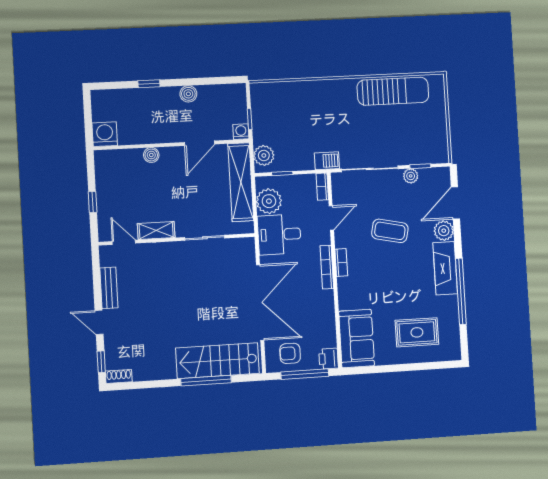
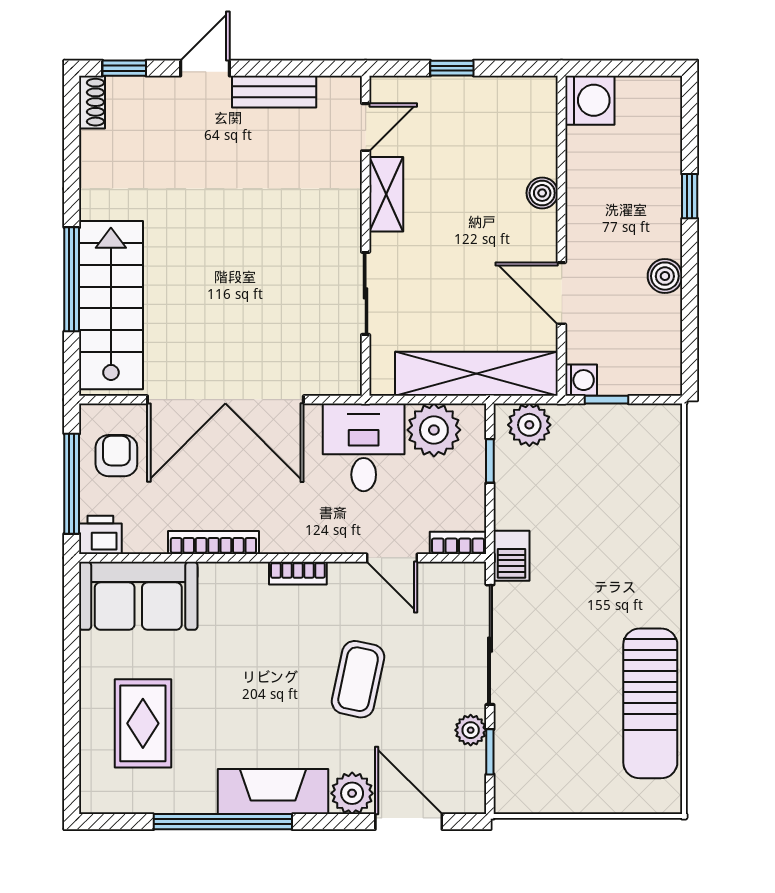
bookcase: (327, 267) -> (213, 543), moved

